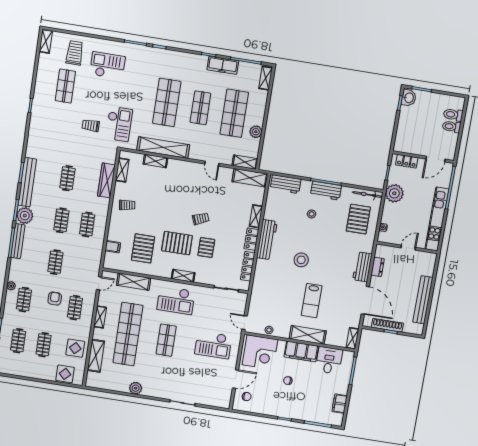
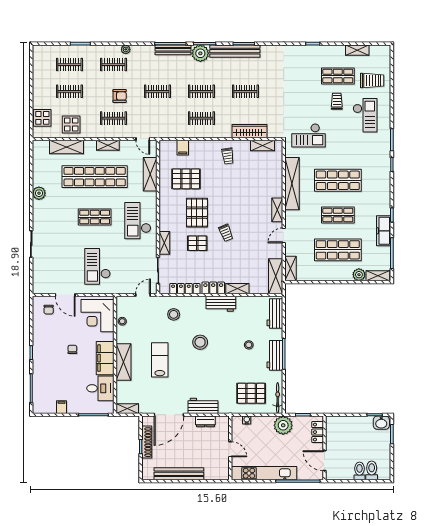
shelving: (46, 41) -> (357, 50), moved
trolley: (91, 125) -> (337, 101), moved
plant: (256, 132) -> (359, 275), moved
shelving: (155, 161) -> (277, 210), moved
workbench: (267, 240) -> (221, 304), width x0.73
shelving: (183, 276) -> (164, 243), moved
stool: (271, 281) -> (174, 314), added
lab bench: (312, 301) -> (160, 360), turned 90
door: (245, 323) -> (143, 295), moved
filing cabinet: (340, 404) -> (61, 407), width x0.50

